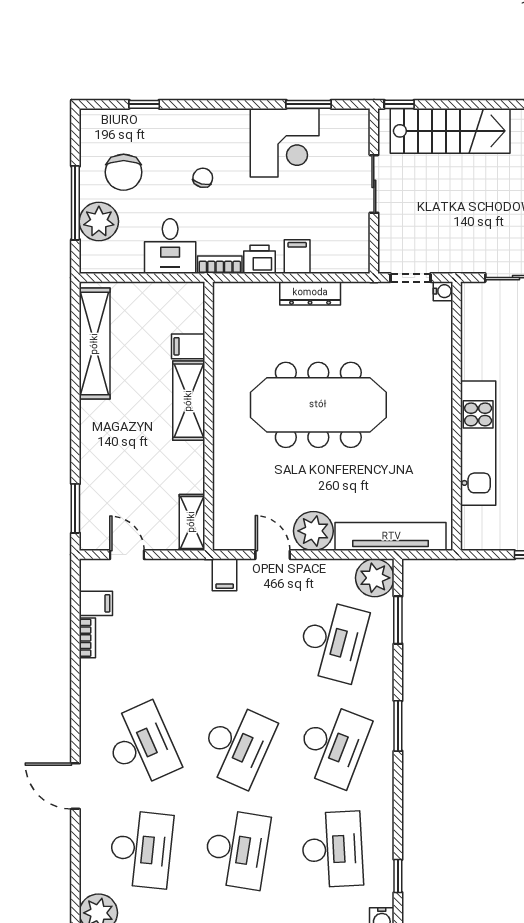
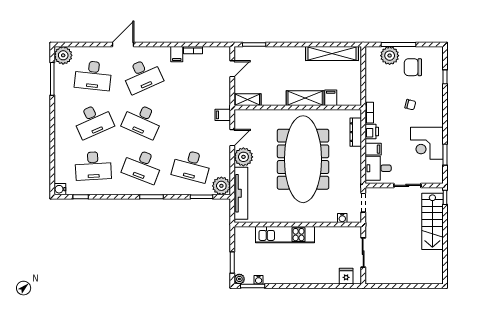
desk: (170, 246) -> (378, 168), moved
water cooler: (443, 291) -> (342, 218), moved
dresser: (310, 293) -> (356, 132), moved
meeting table: (318, 405) -> (303, 159), width x1.36, depth x1.27
filing cabinet: (96, 603) -> (177, 54), moved
desk: (237, 849) -> (93, 121), turned -33

